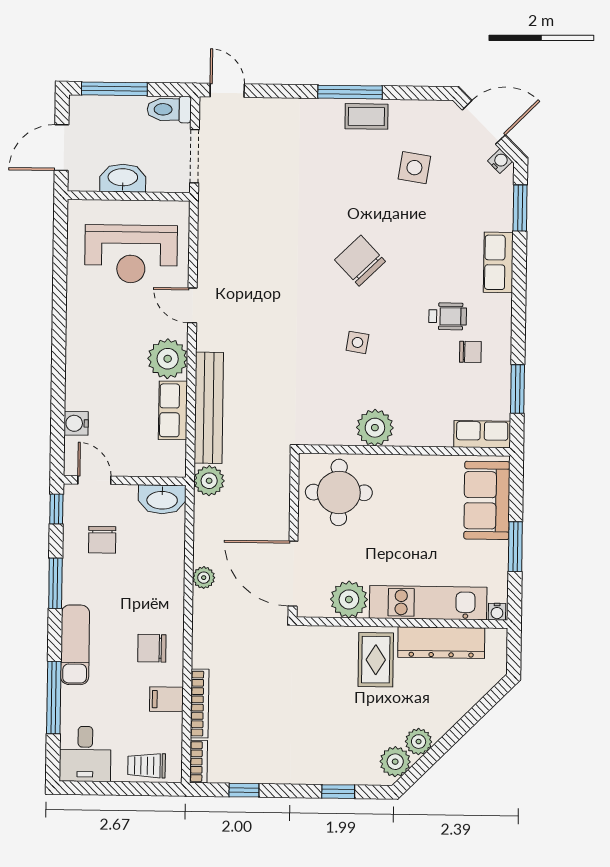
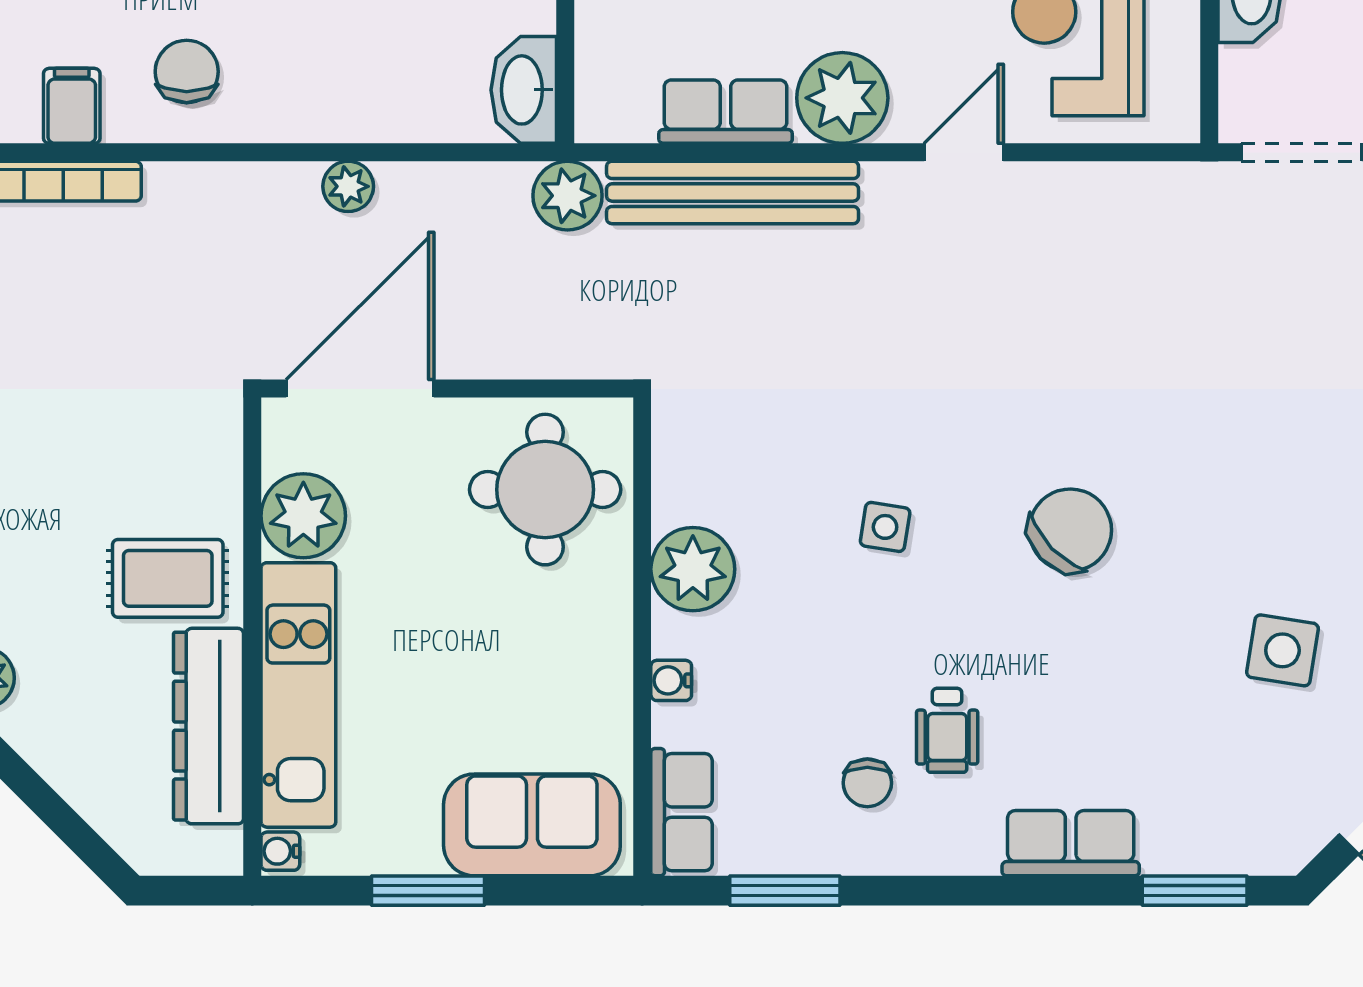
water cooler: (500, 161) -> (671, 680), moved, turned 135

